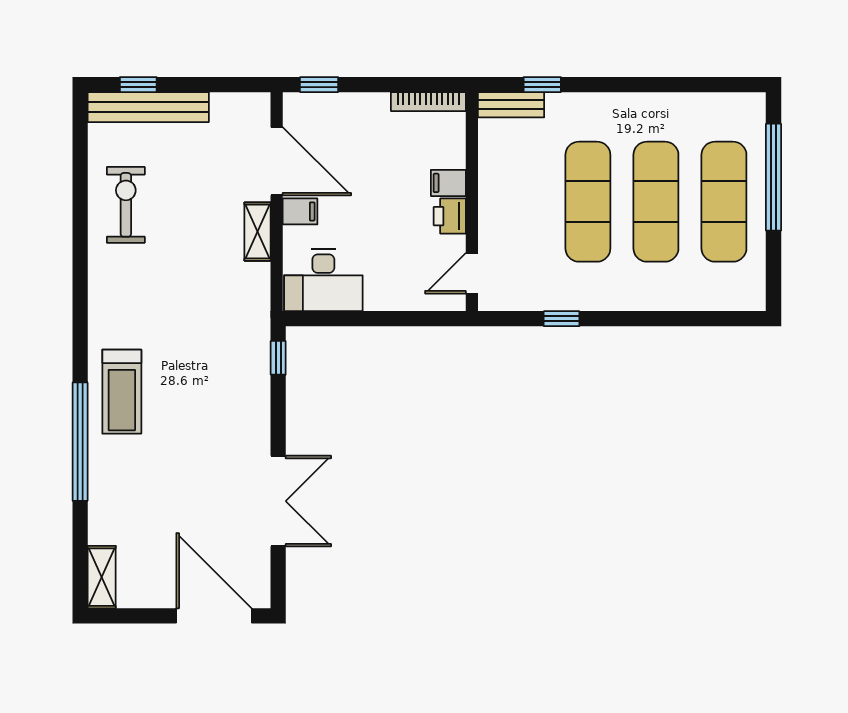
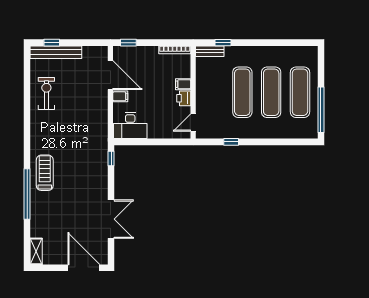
window: (773, 177) -> (321, 110), moved
shelving: (258, 232) -> (102, 105), removed
treadmill: (122, 392) -> (45, 173), turned 180

